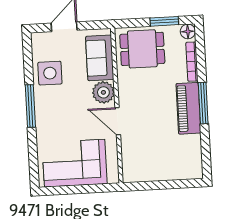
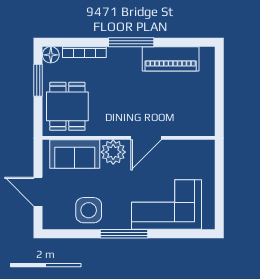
piano: (188, 108) -> (171, 59), moved
corner sofa: (75, 163) -> (167, 205), moved, turned 90

